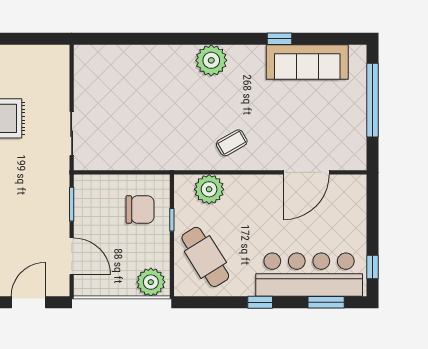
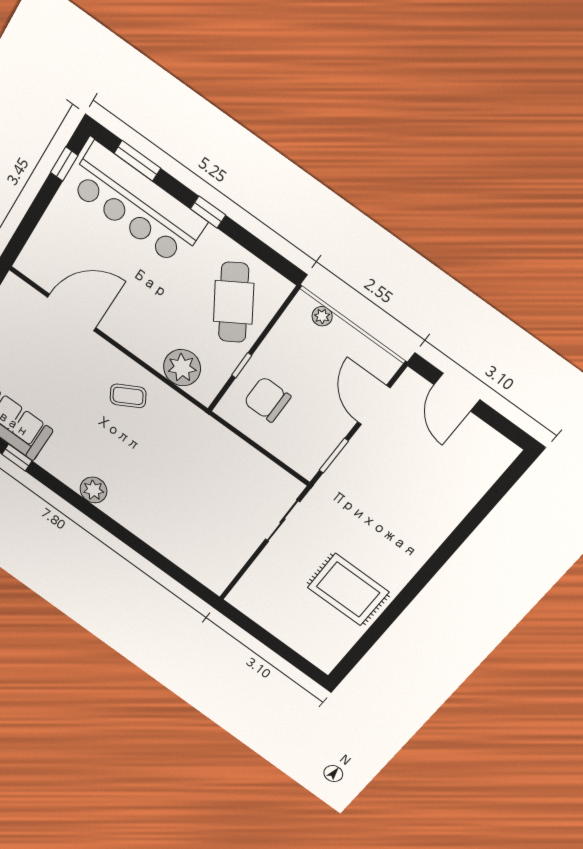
plant: (211, 60) -> (94, 490), width x0.73, depth x0.73
plant: (151, 282) -> (322, 316), width x0.53, depth x0.53
door: (28, 302) -> (457, 392), hinge flipped

